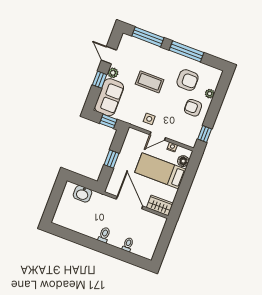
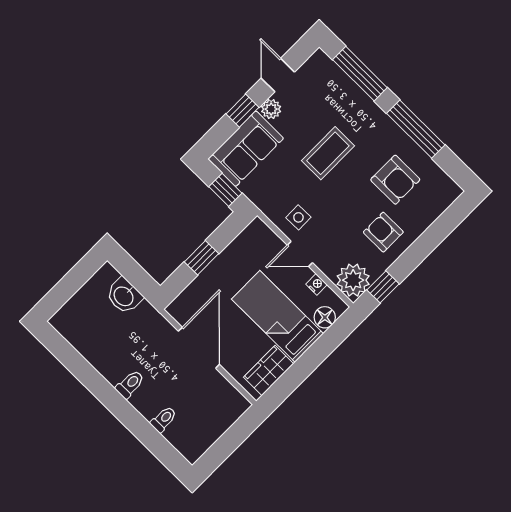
coffee table: (150, 82) -> (328, 153), turned 90
plant: (210, 94) -> (353, 280), moved, width x1.88, depth x1.88
wardrobe: (160, 205) -> (269, 370), moved, turned -90

